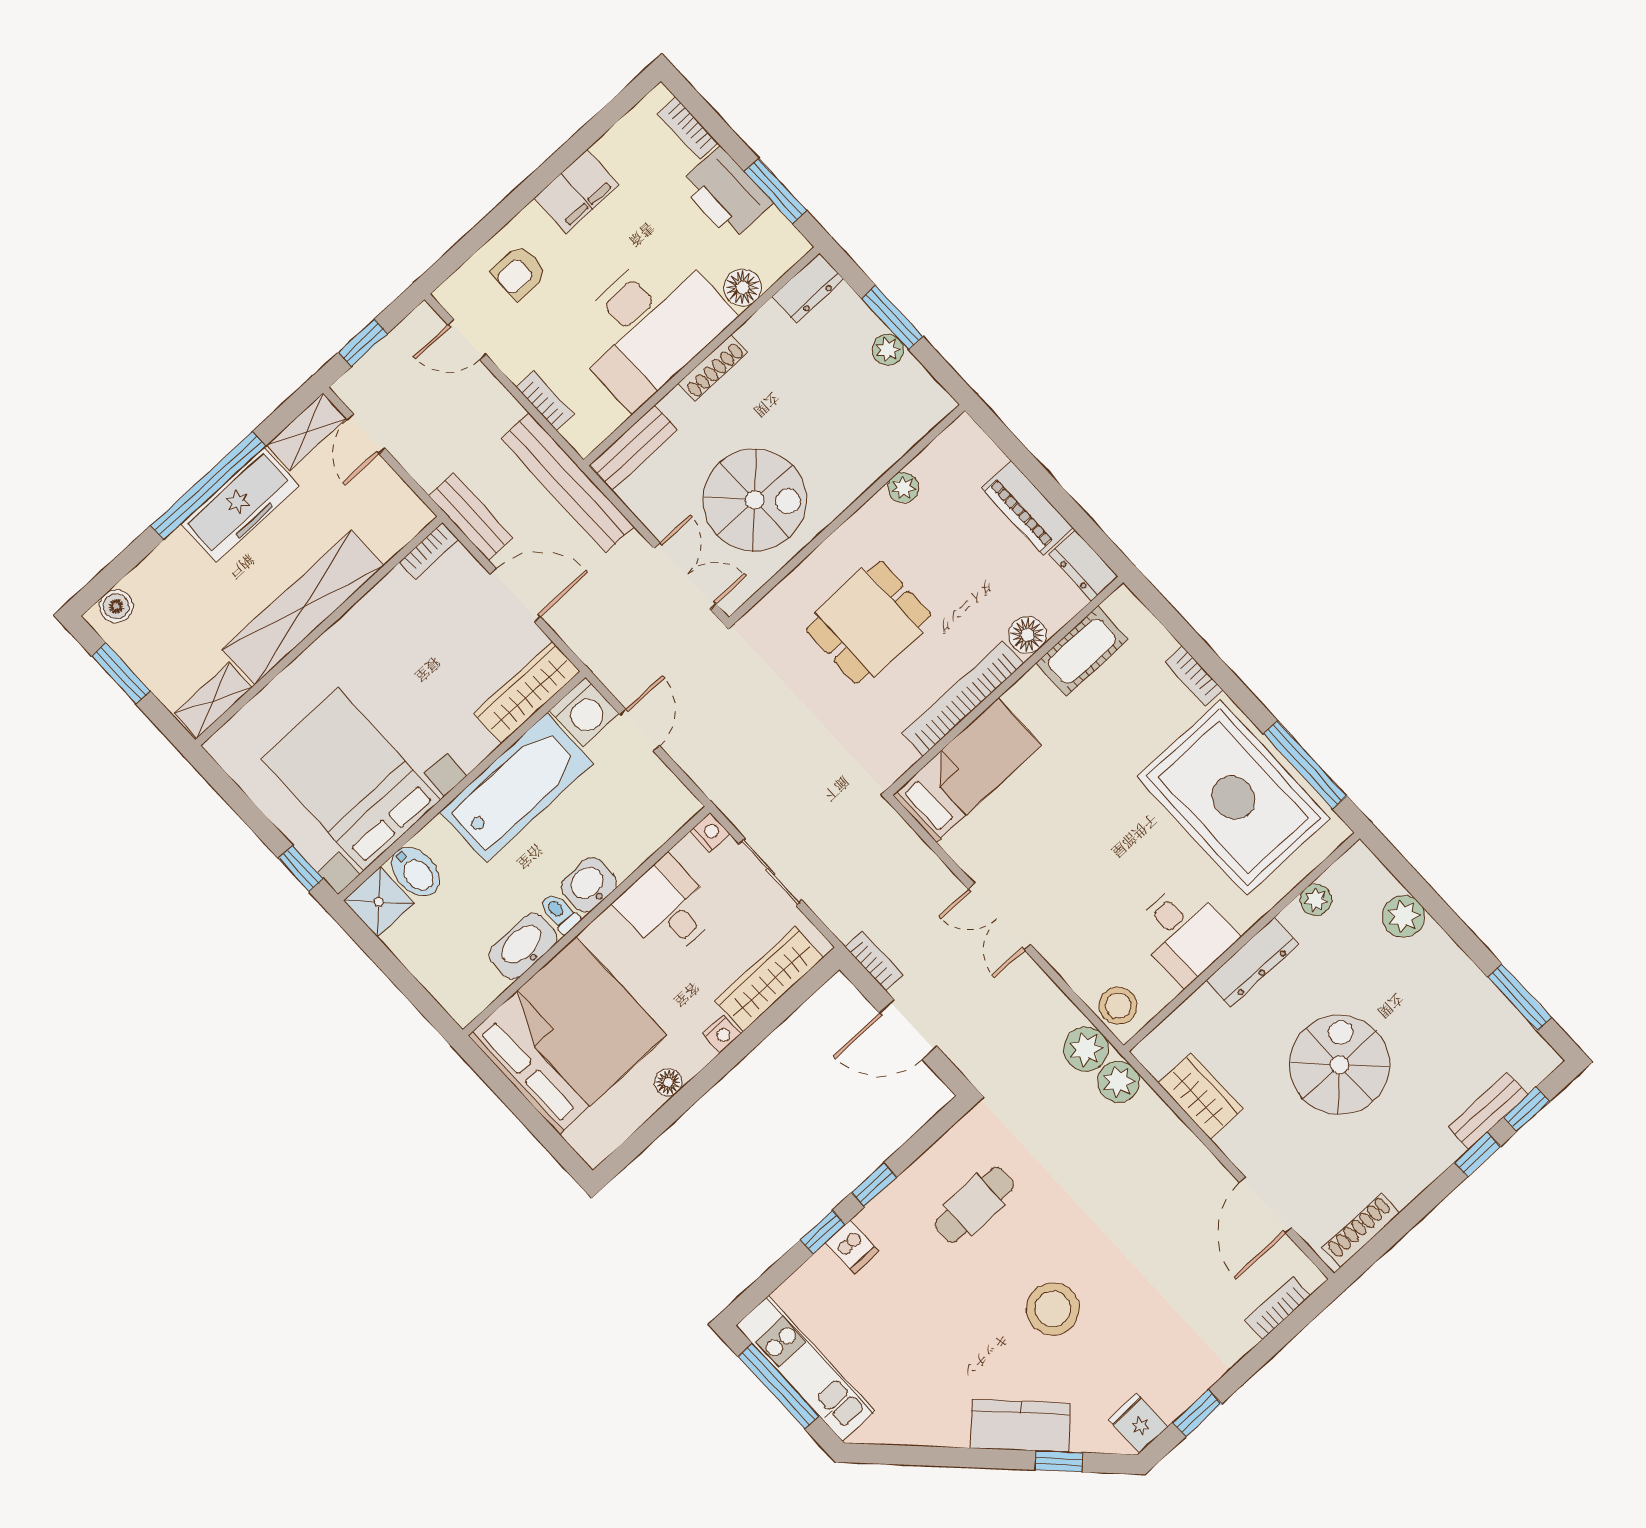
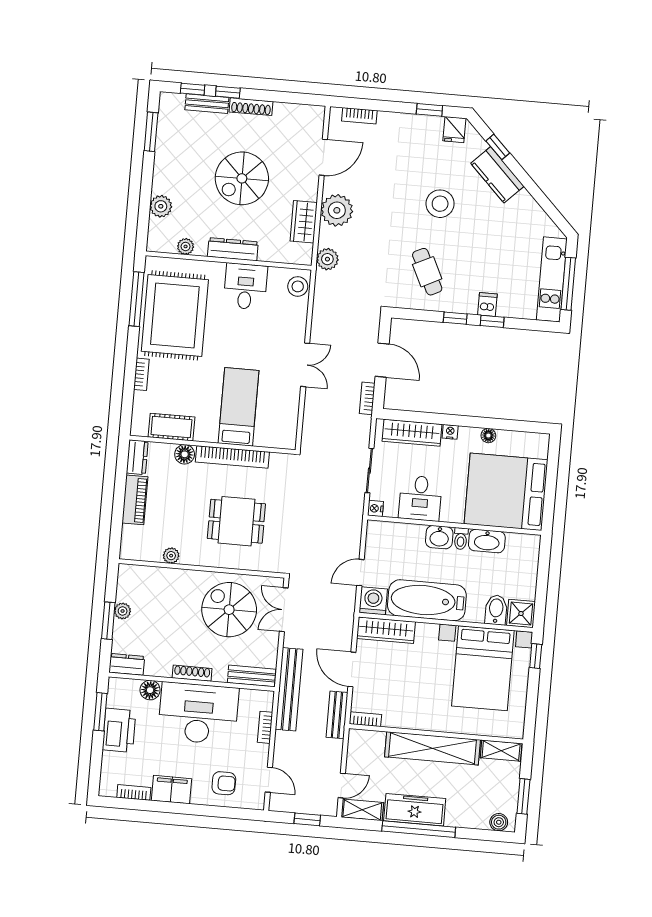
bookcase: (688, 128) -> (134, 792), moved, turned -90
bed: (967, 770) -> (239, 407), moved, turned 90
plant: (1086, 1049) -> (337, 210), moved, width x1.36, depth x1.36
cafe table: (974, 1205) -> (427, 272), turned 64
shoe rack: (1361, 1230) -> (251, 107), moved

